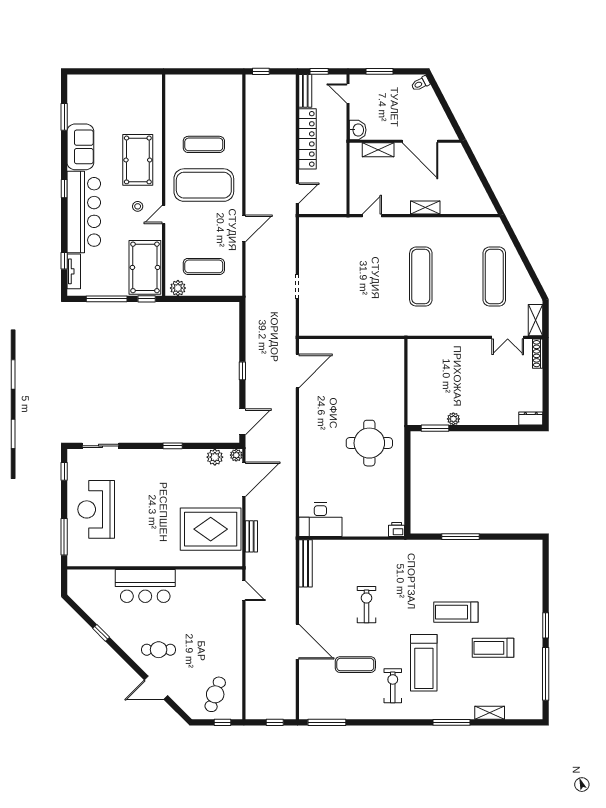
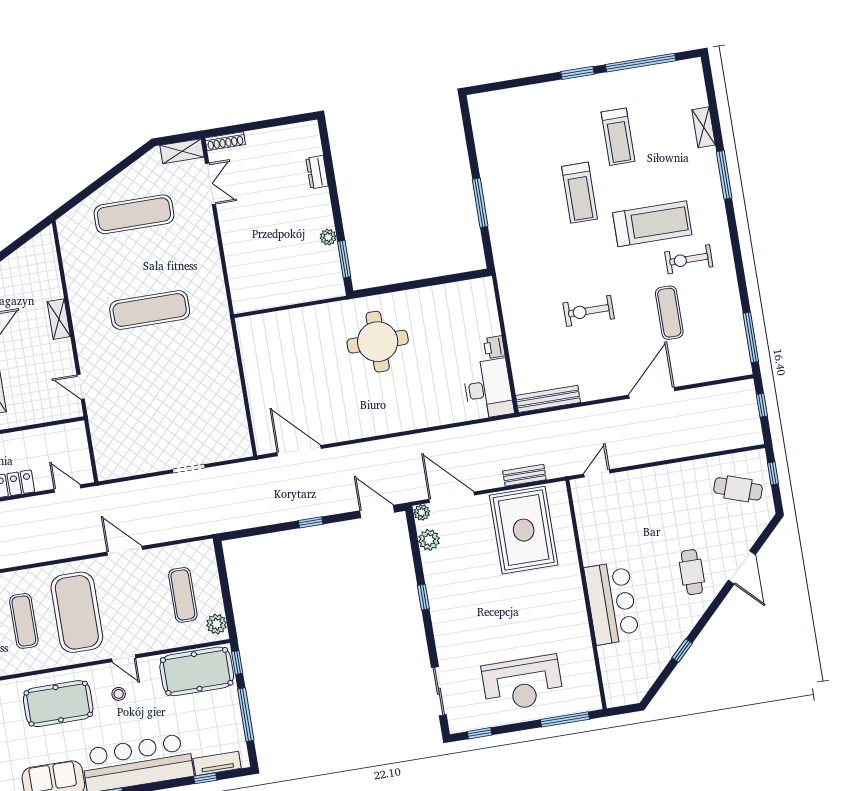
dresser: (531, 418) -> (317, 172), moved
printer: (397, 529) -> (494, 347), moved

